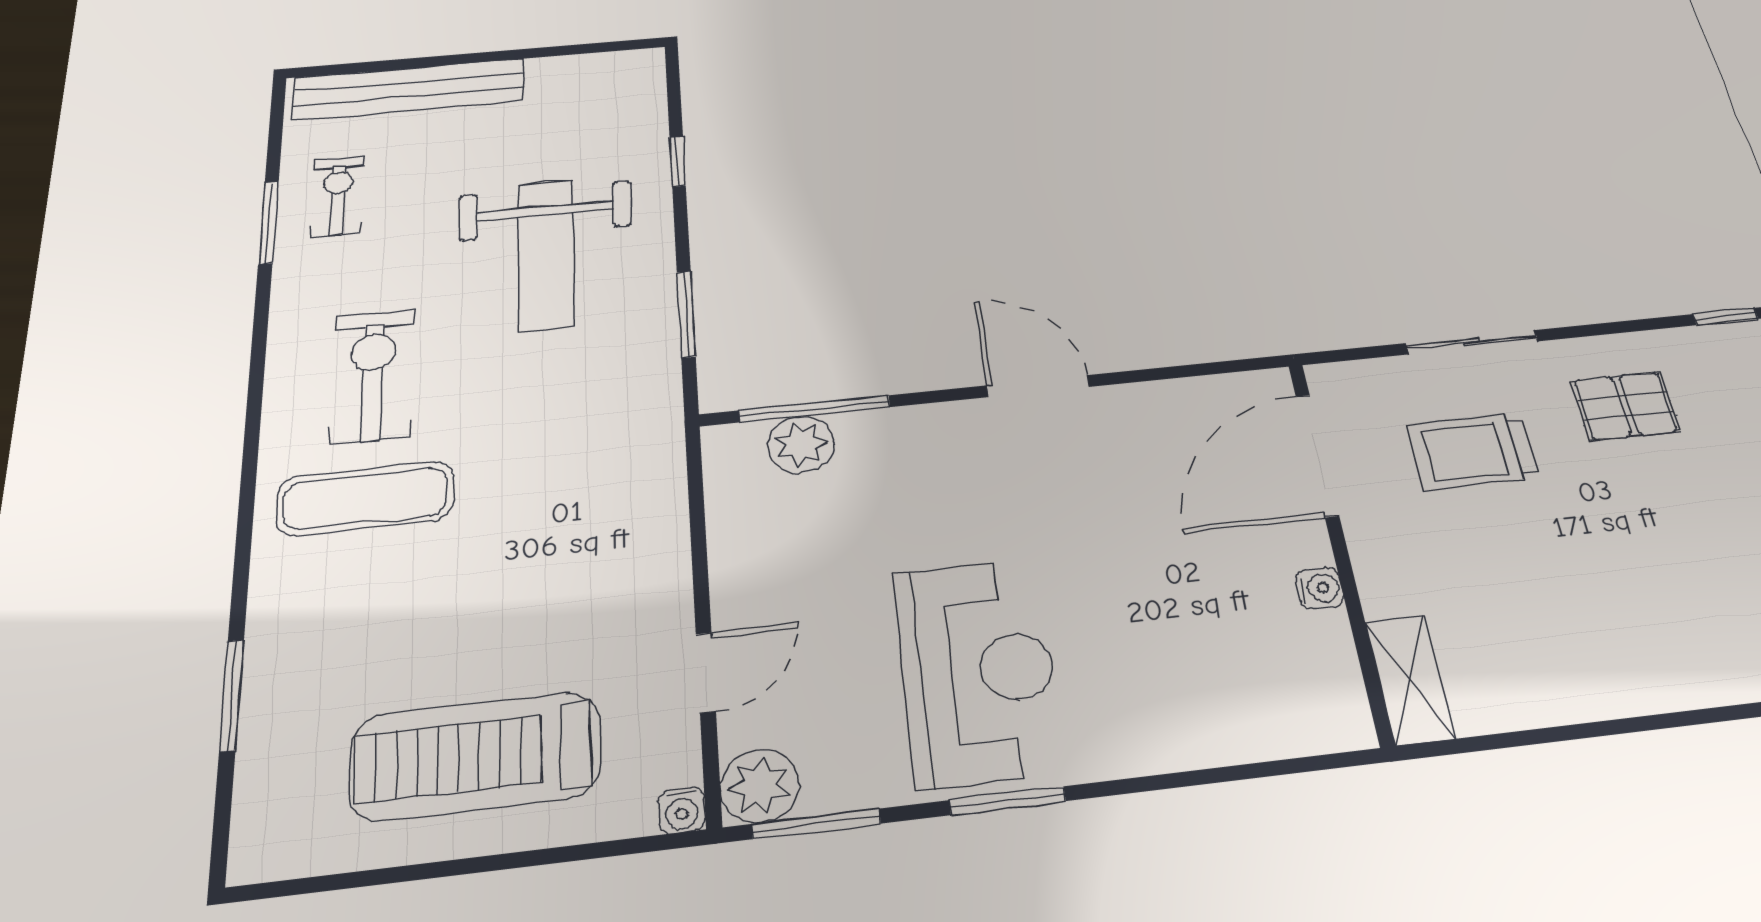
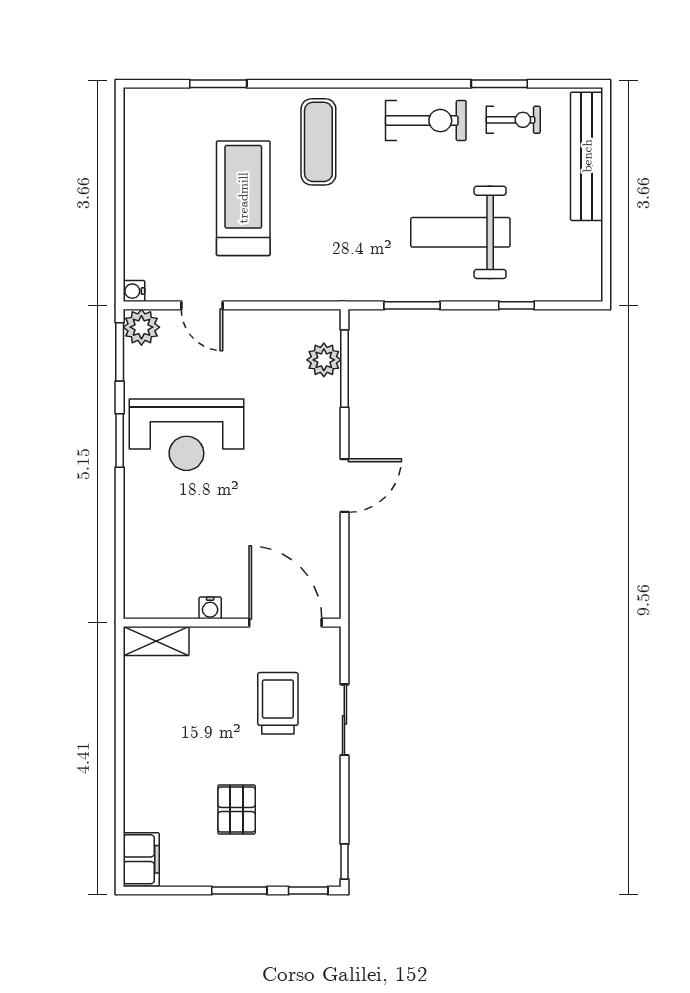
exercise bike: (373, 375) -> (426, 121), moved
pallet: (1625, 406) -> (237, 809), moved
treadmill: (476, 756) -> (243, 198), moved

